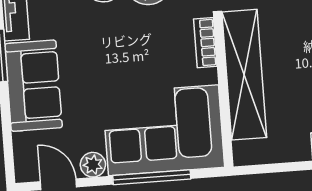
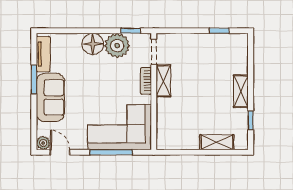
shelving: (244, 75) -> (163, 81), width x0.45, depth x0.75
plant: (93, 165) -> (43, 143), moved

